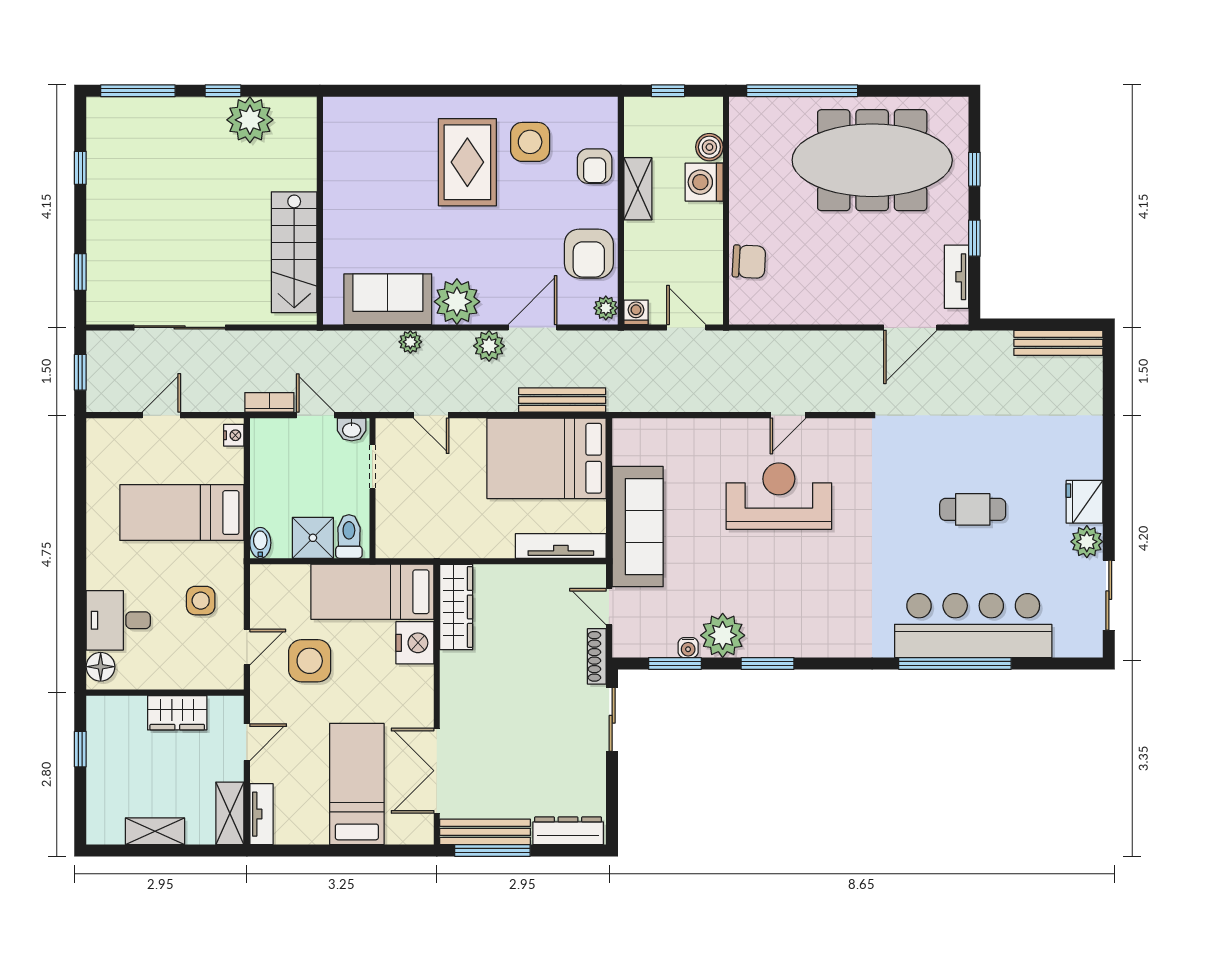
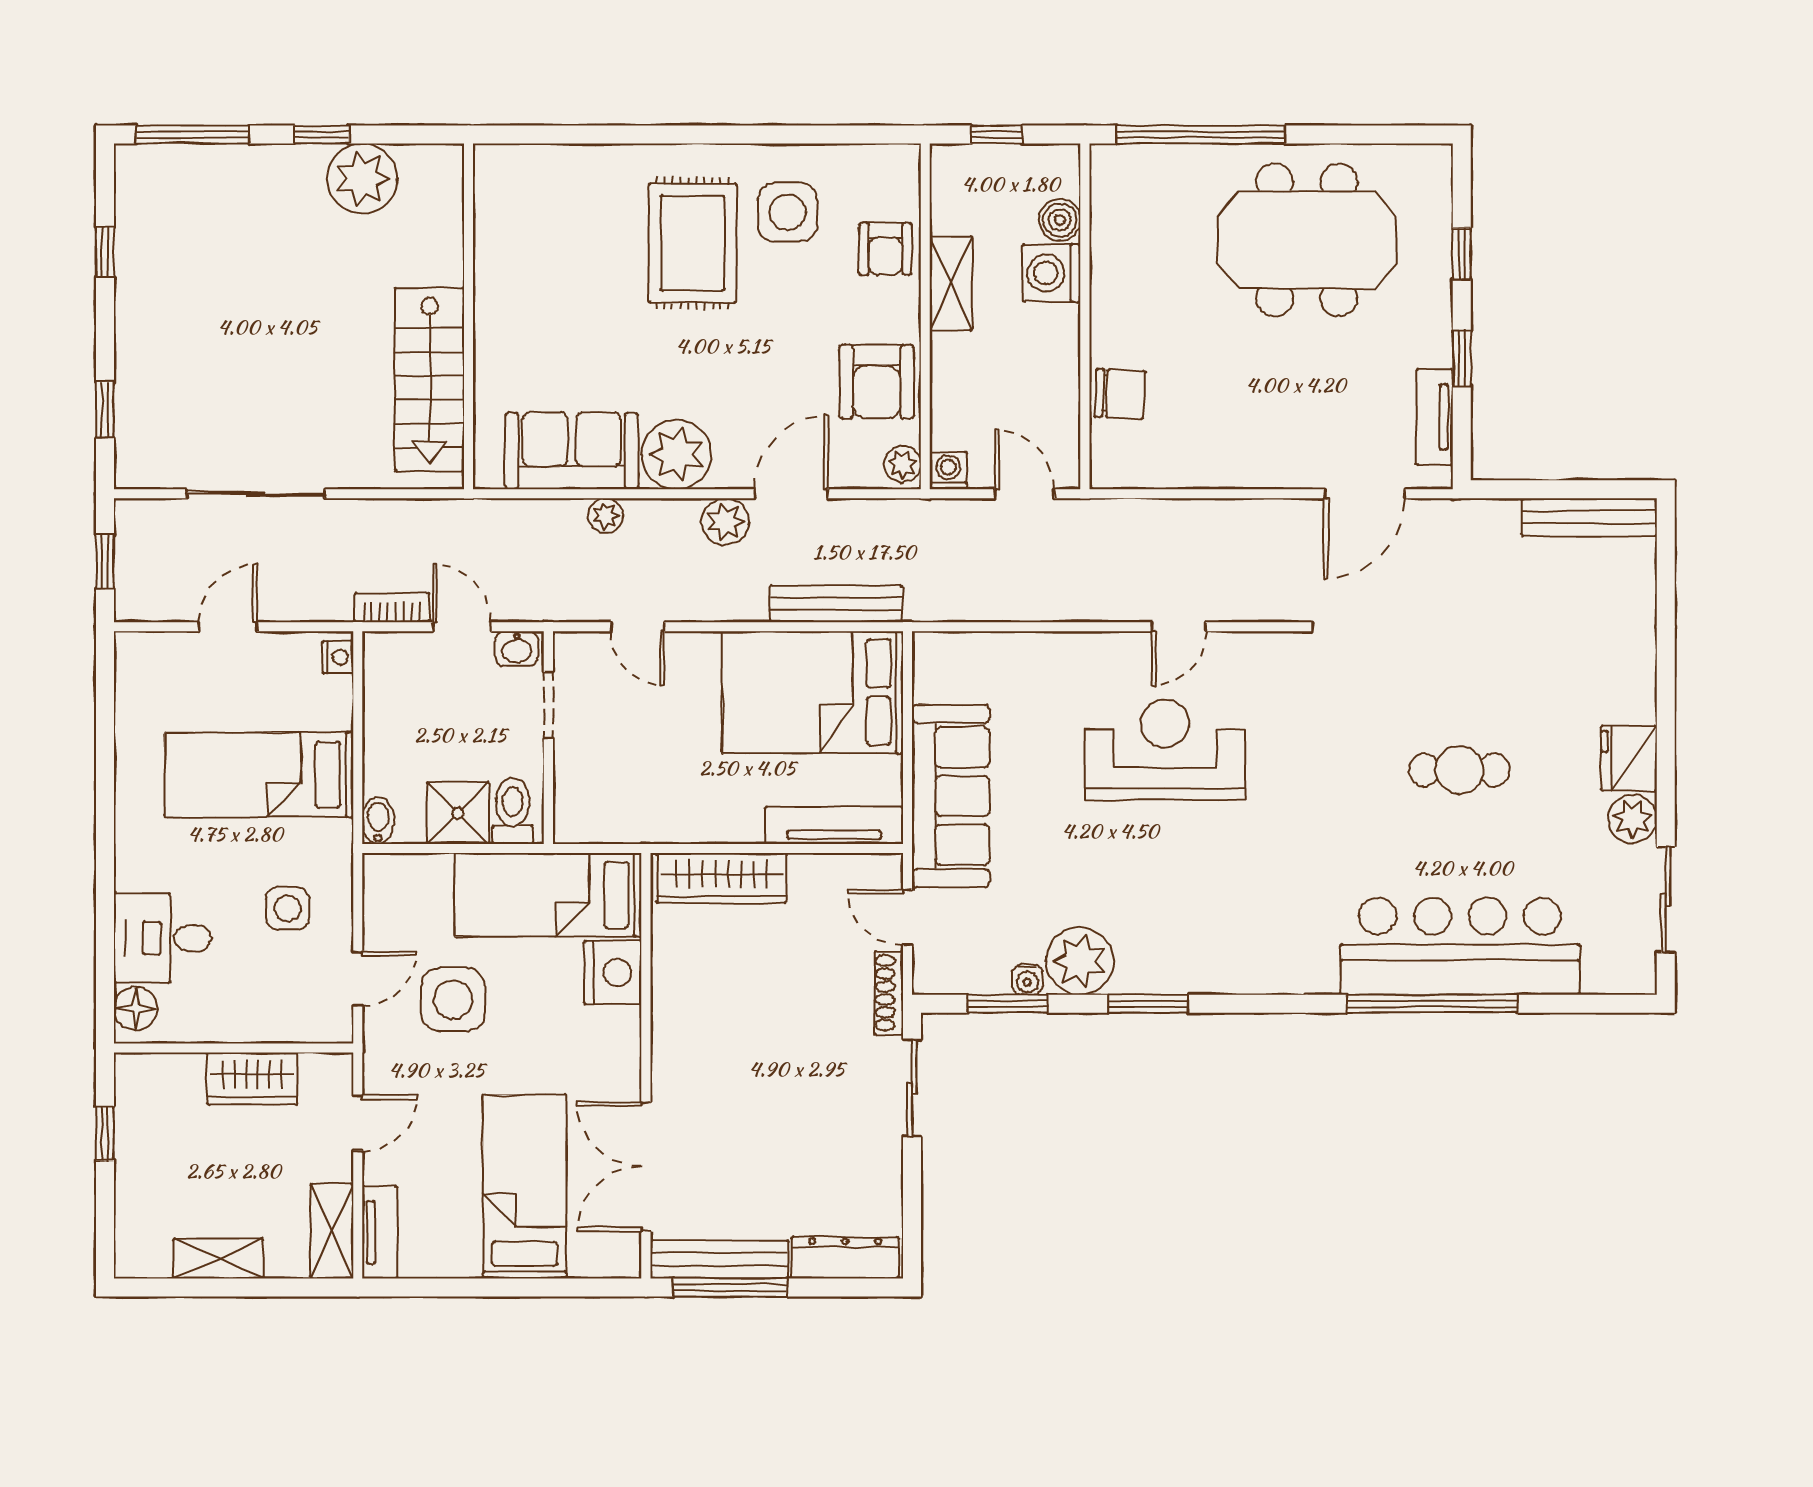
meeting table: (872, 160) -> (1307, 240), width x0.73
wardrobe: (456, 607) -> (722, 878), moved, turned 90

